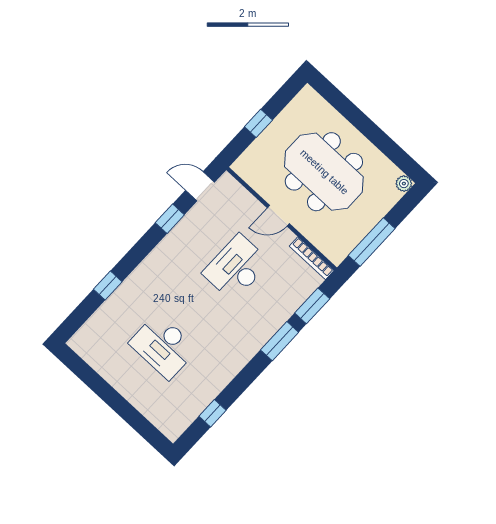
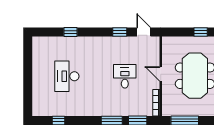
window: (258, 123) -> (201, 32), moved
desk: (236, 268) -> (125, 76), width x0.73

